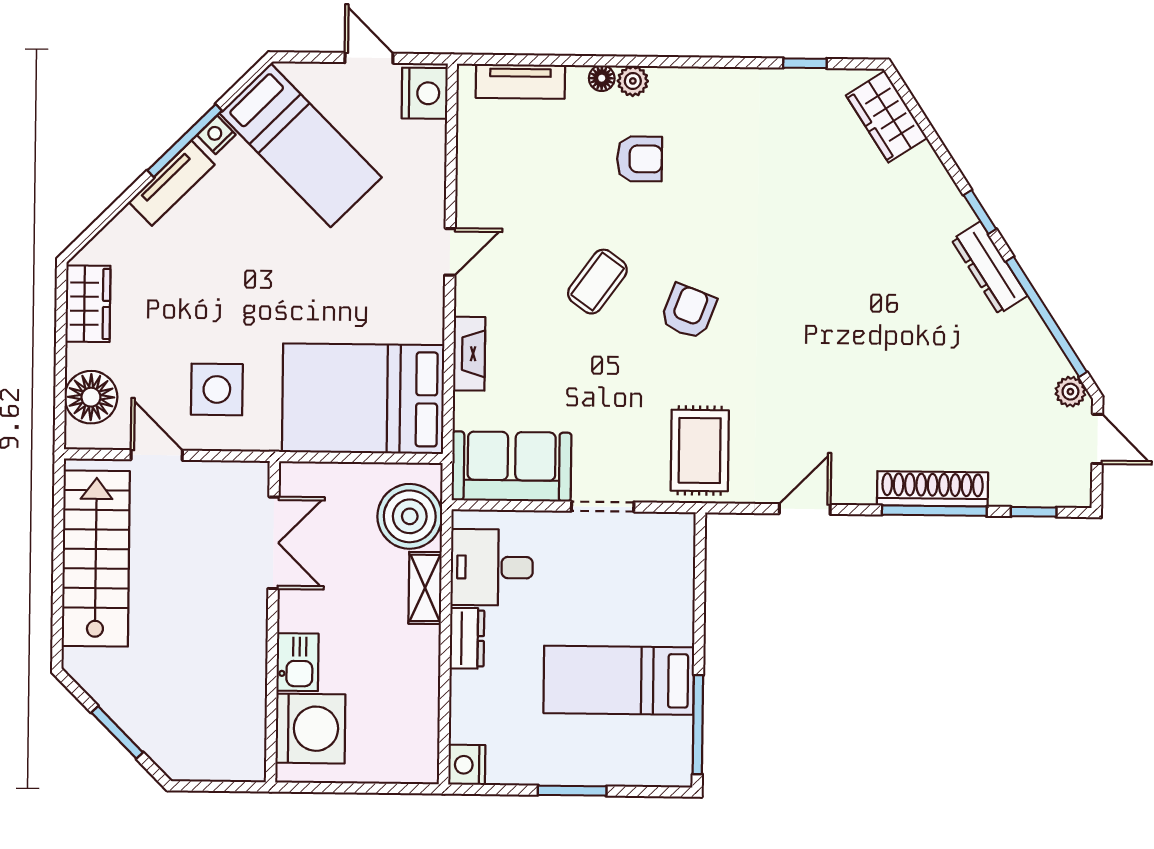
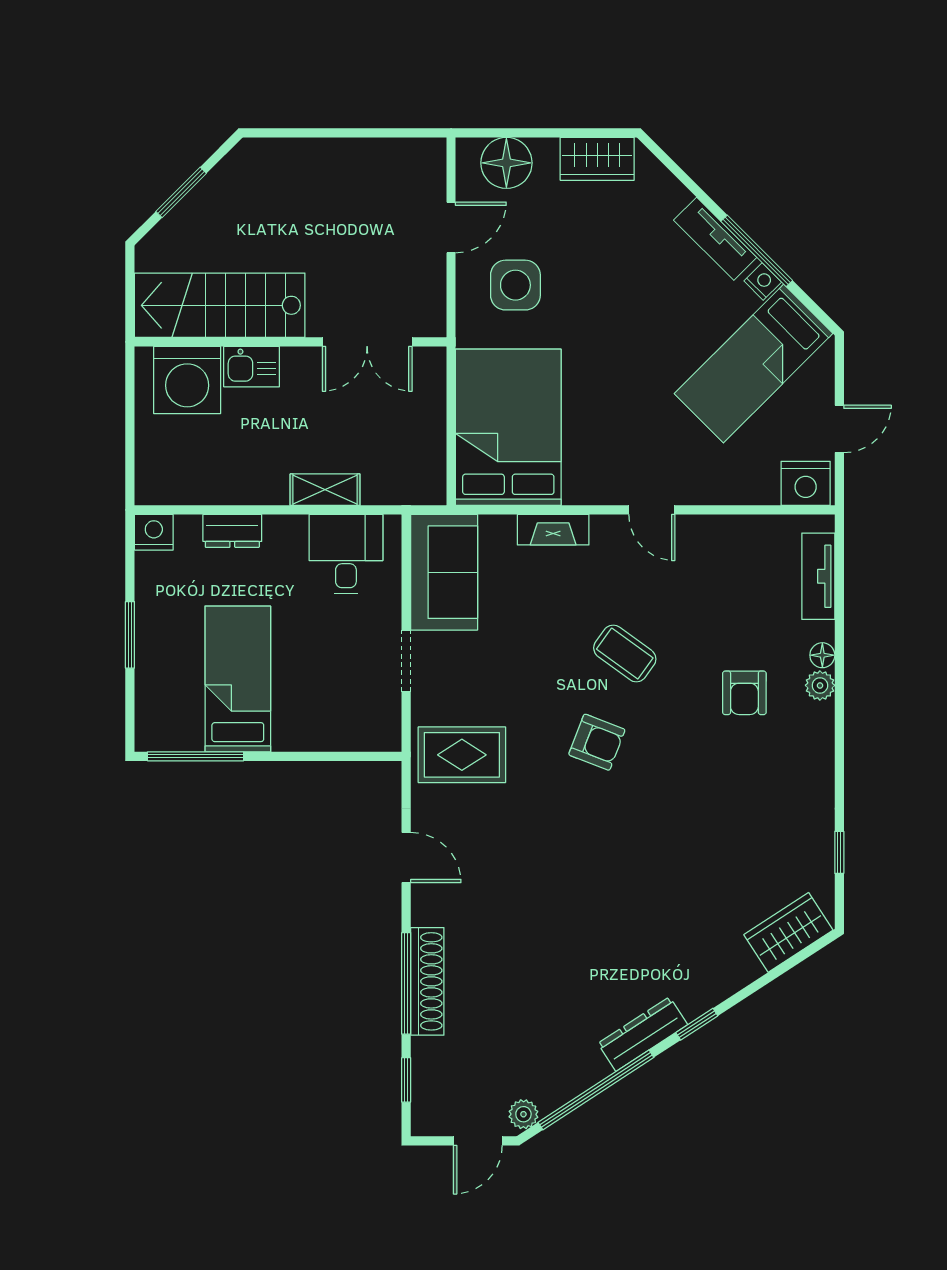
boiler: (410, 516) -> (394, 474), removed
stairs: (96, 559) -> (220, 305), moved, turned 180
dresser: (467, 638) -> (232, 531), moved

